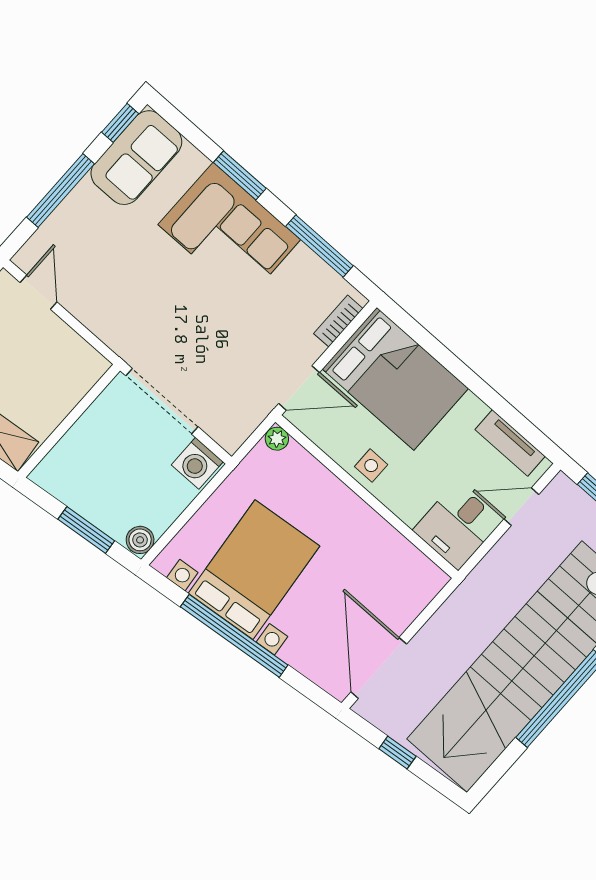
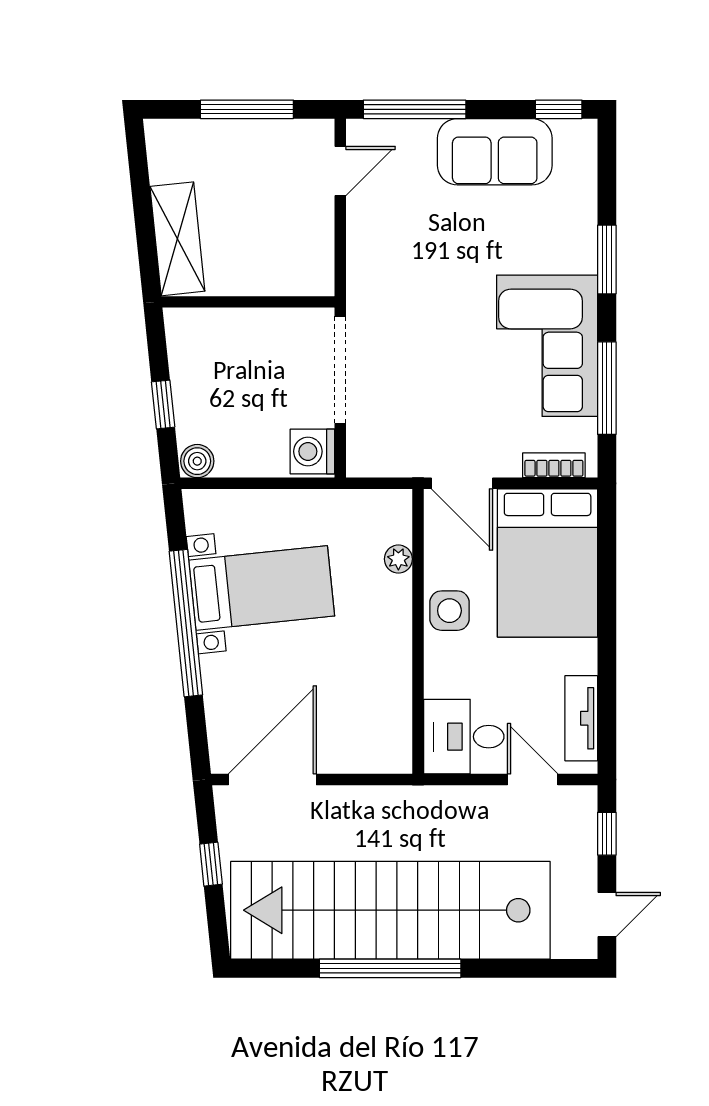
sofa: (136, 158) -> (495, 152), moved
window: (60, 190) -> (415, 109), moved
corner sofa: (229, 232) -> (547, 346), moved
plant: (277, 439) -> (398, 559), moved
side table: (371, 466) -> (449, 611), width x1.37, depth x1.37
window: (86, 530) -> (163, 404), width x0.67
bed with nightstands: (254, 570) -> (262, 588), width x0.73

